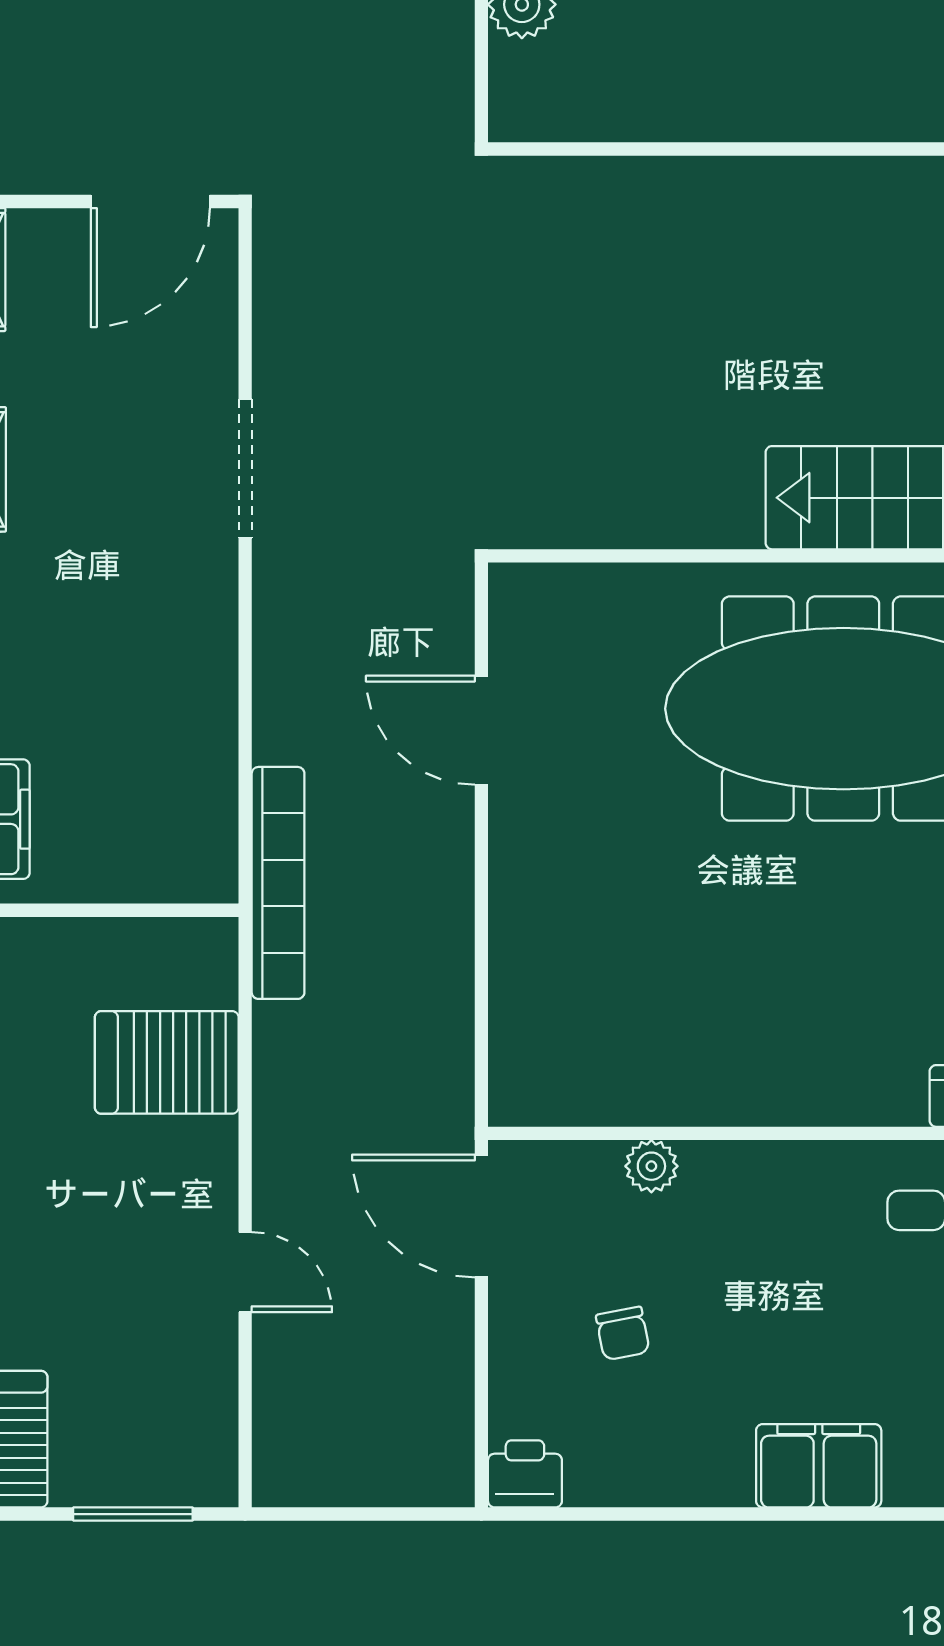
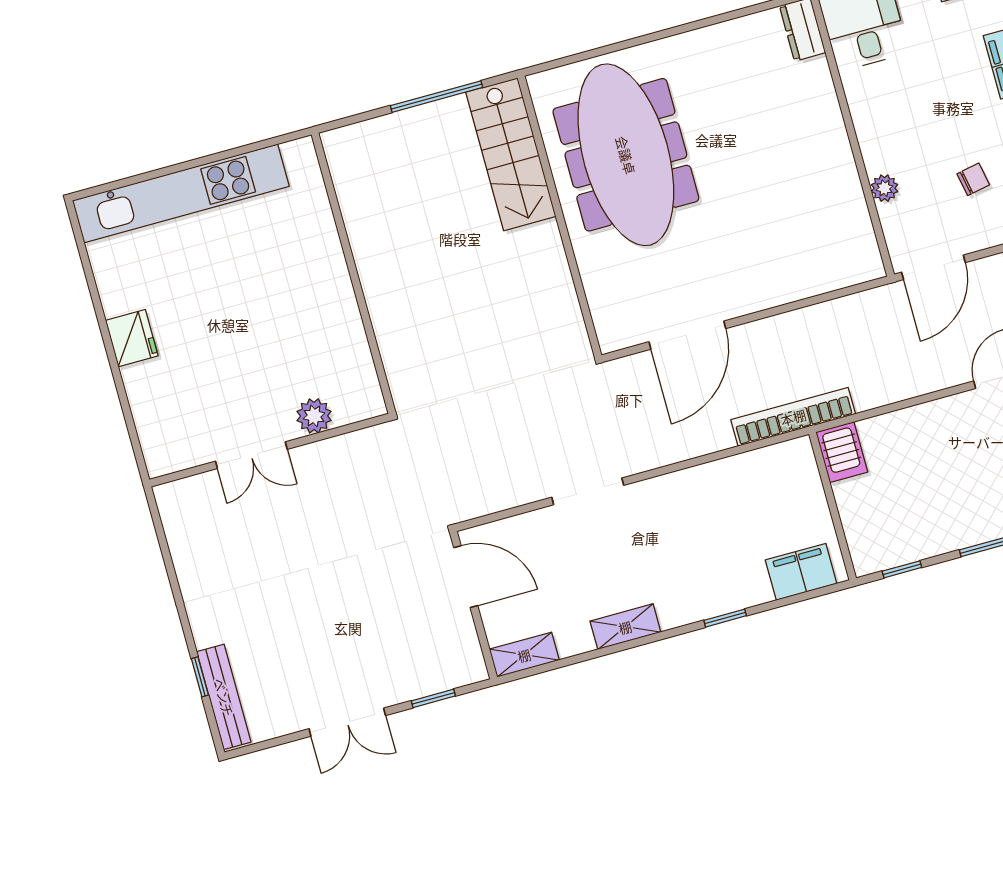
door: (481, 730) -> (687, 335), width x1.36
server rack: (167, 1062) -> (842, 452), moved, width x0.73, depth x0.70

